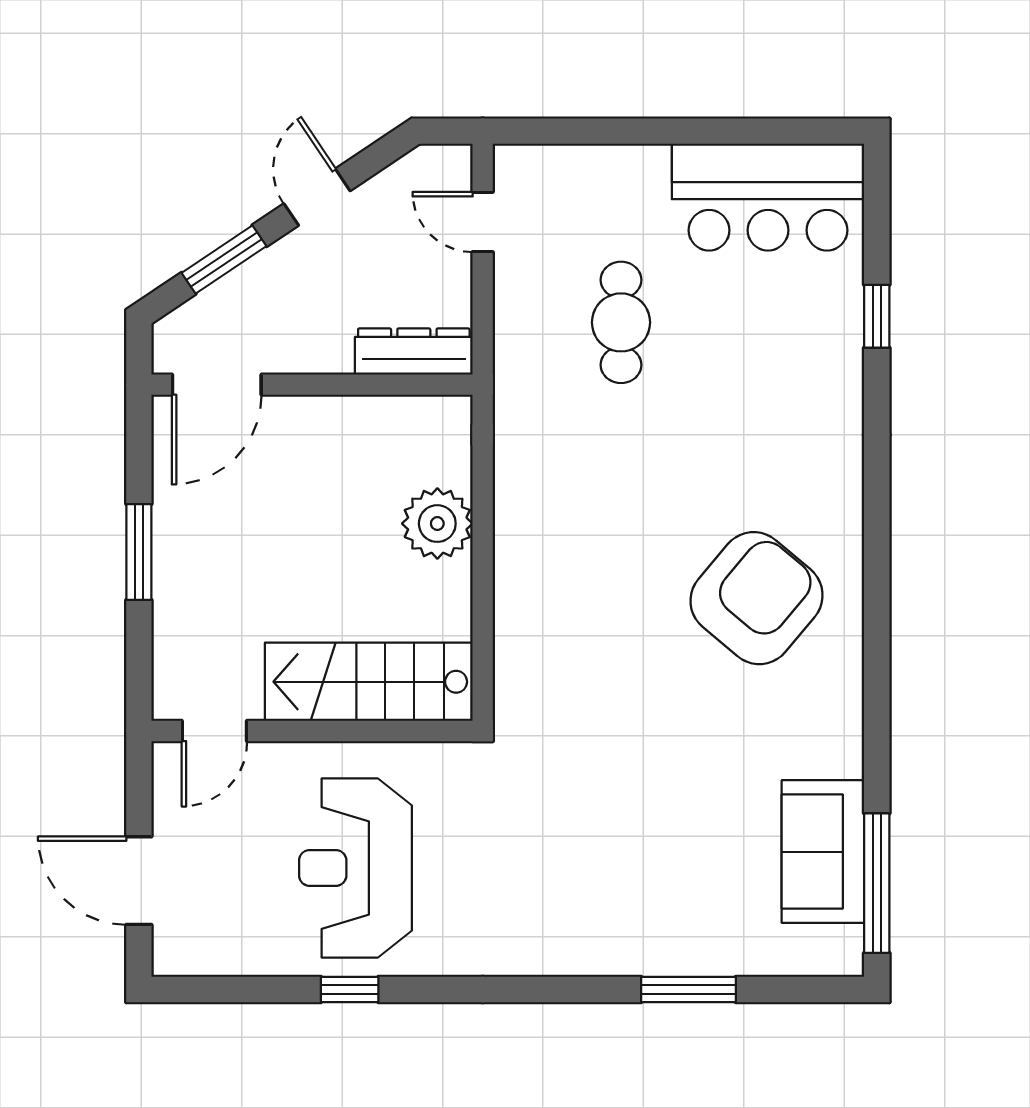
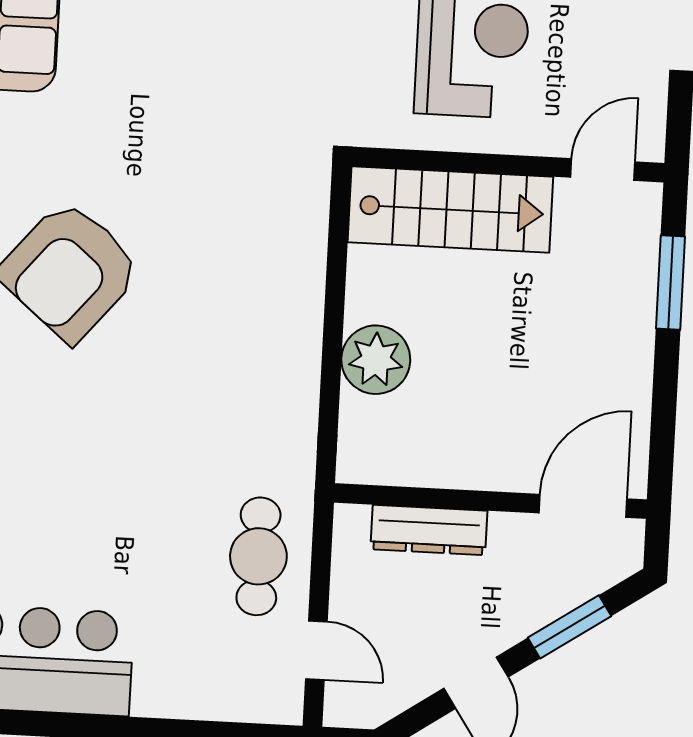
cafe table: (621, 322) -> (258, 556), moved
dresser: (414, 352) -> (429, 530), moved
window: (139, 552) -> (671, 283), moved

